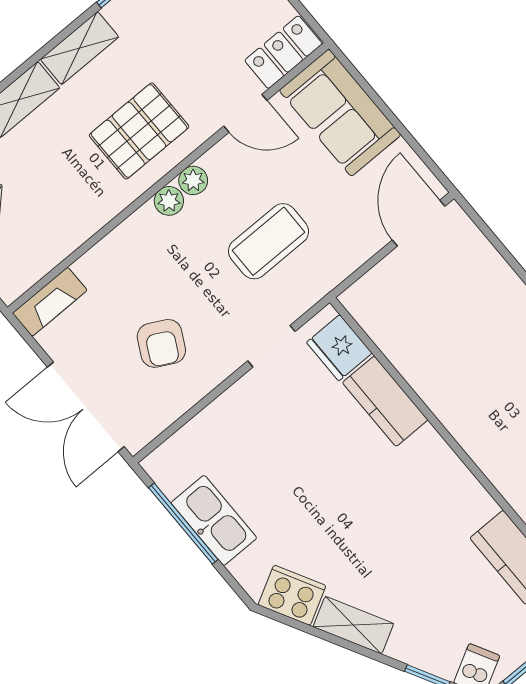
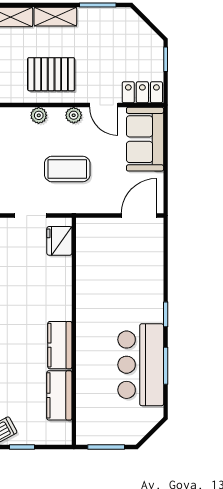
plant: (193, 180) -> (74, 115), moved
kitchen counter: (385, 401) -> (60, 345), moved

